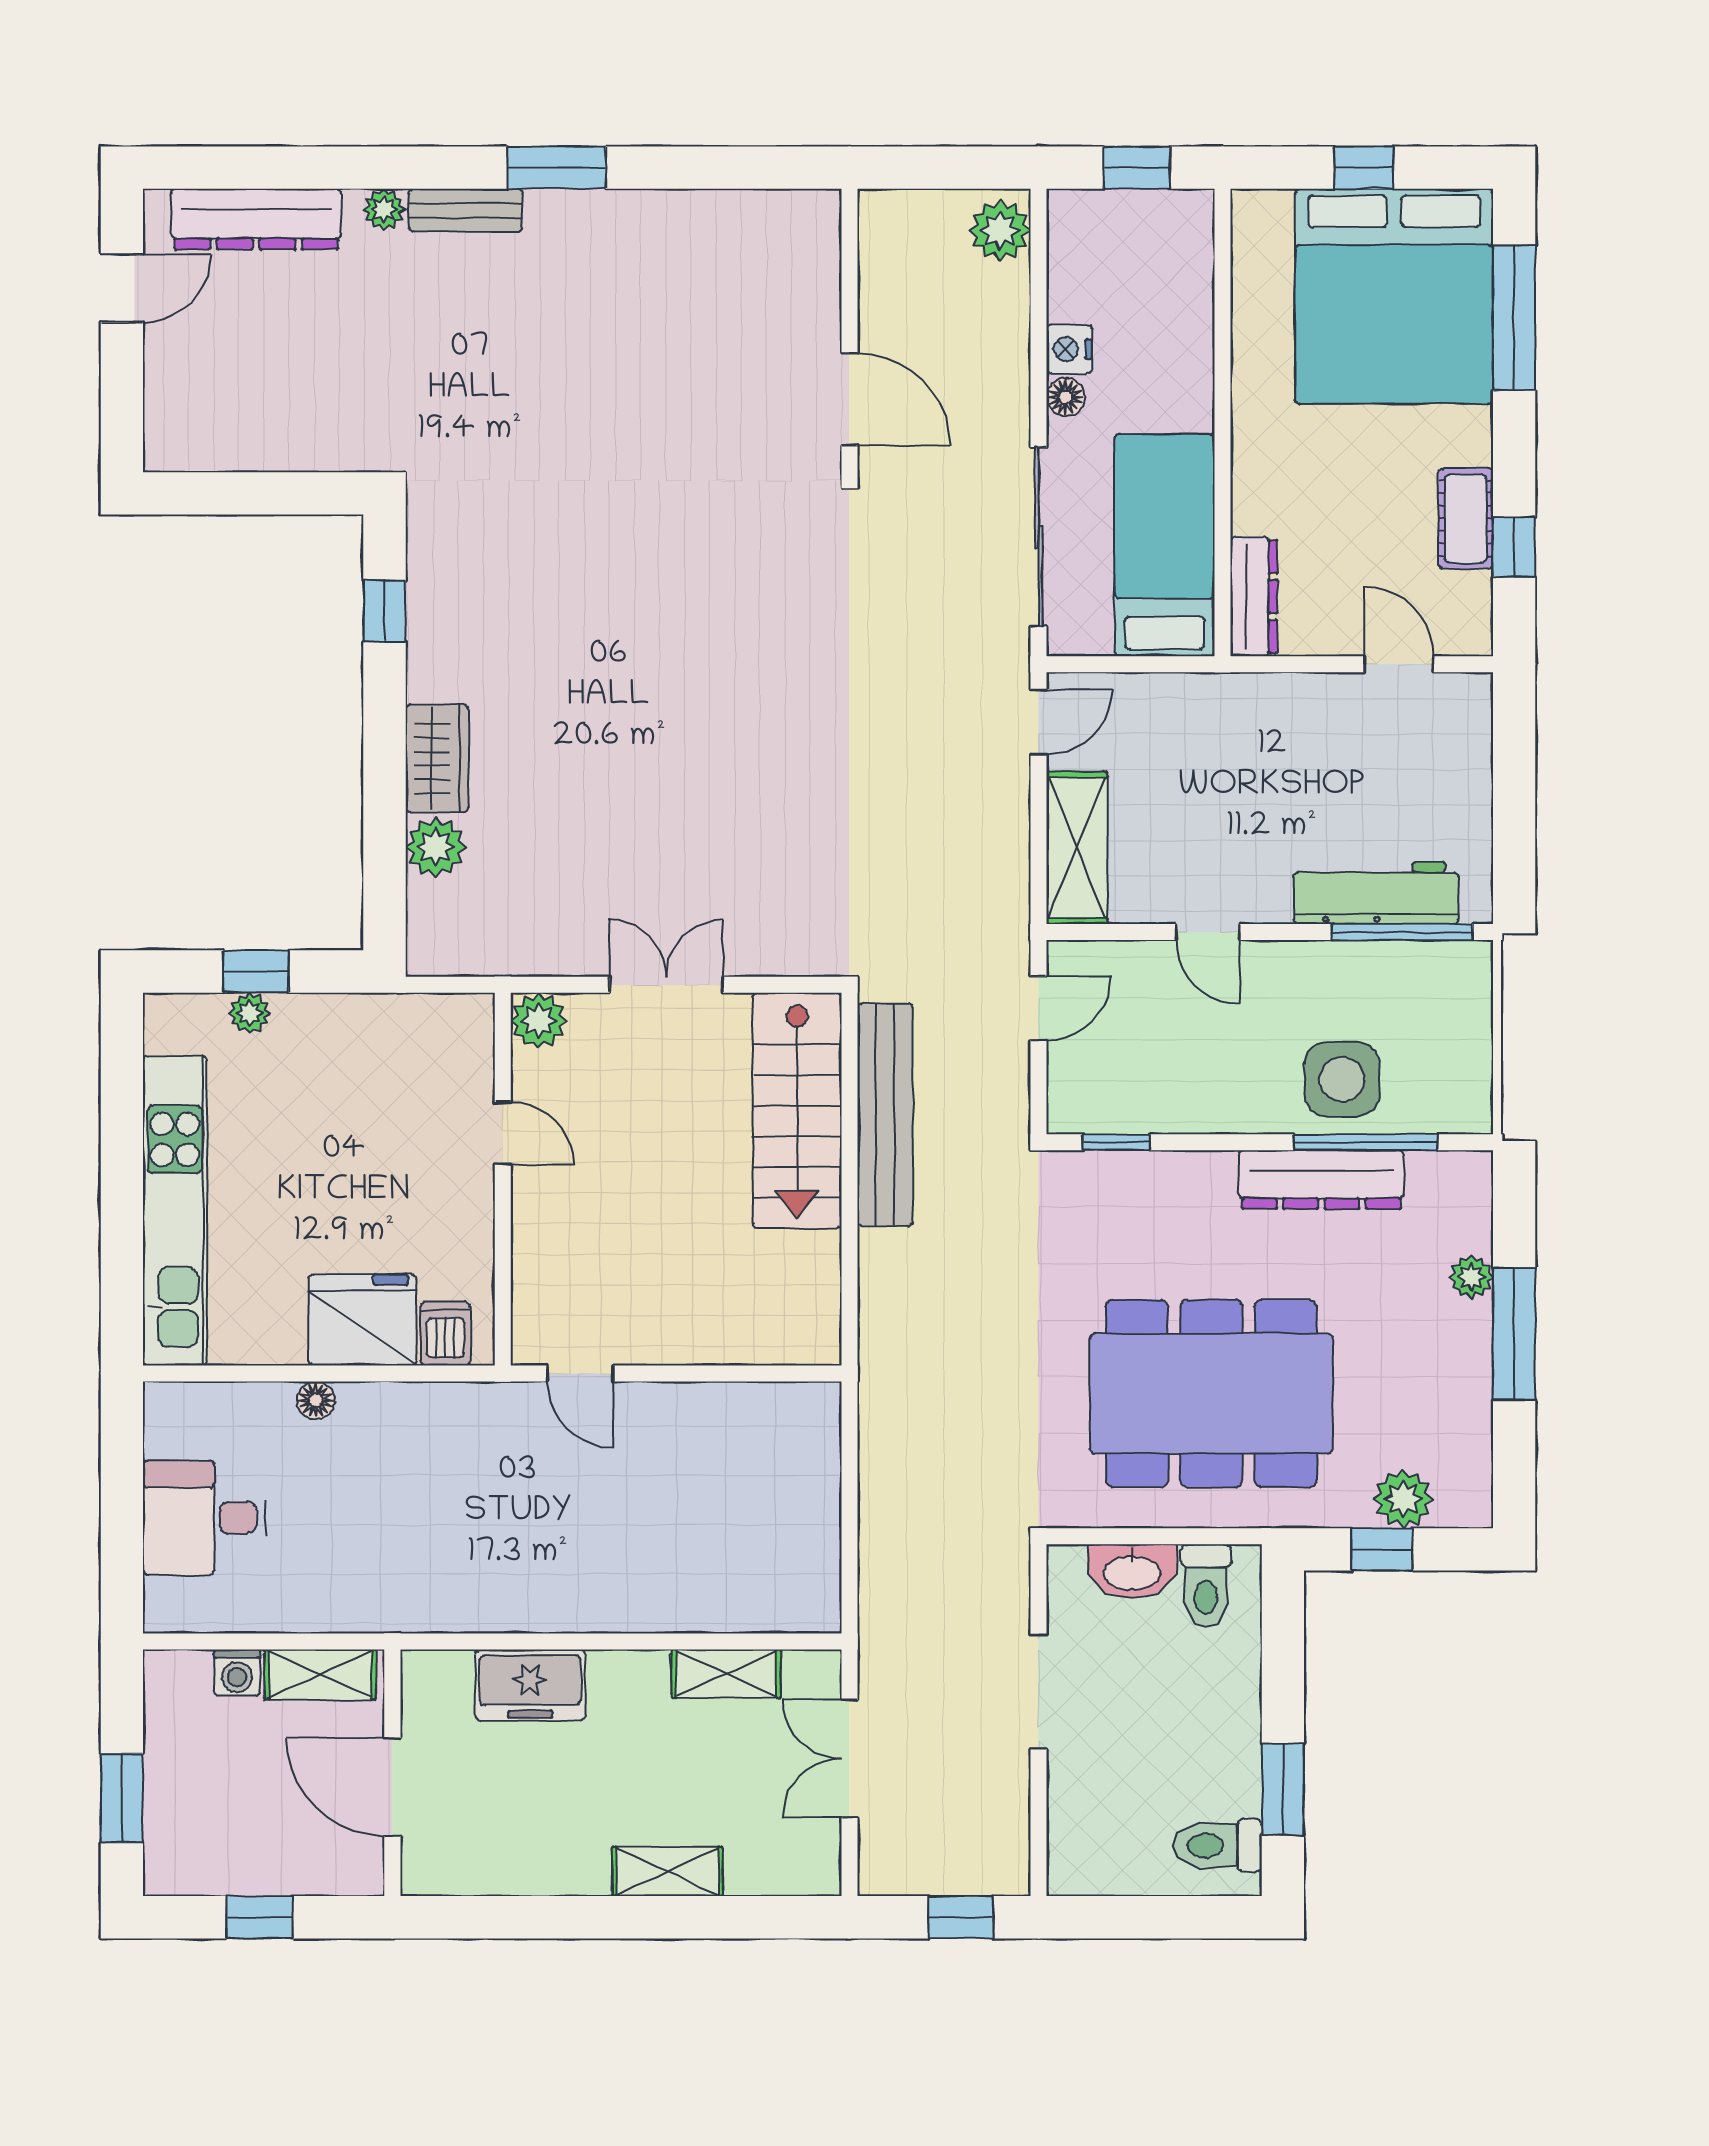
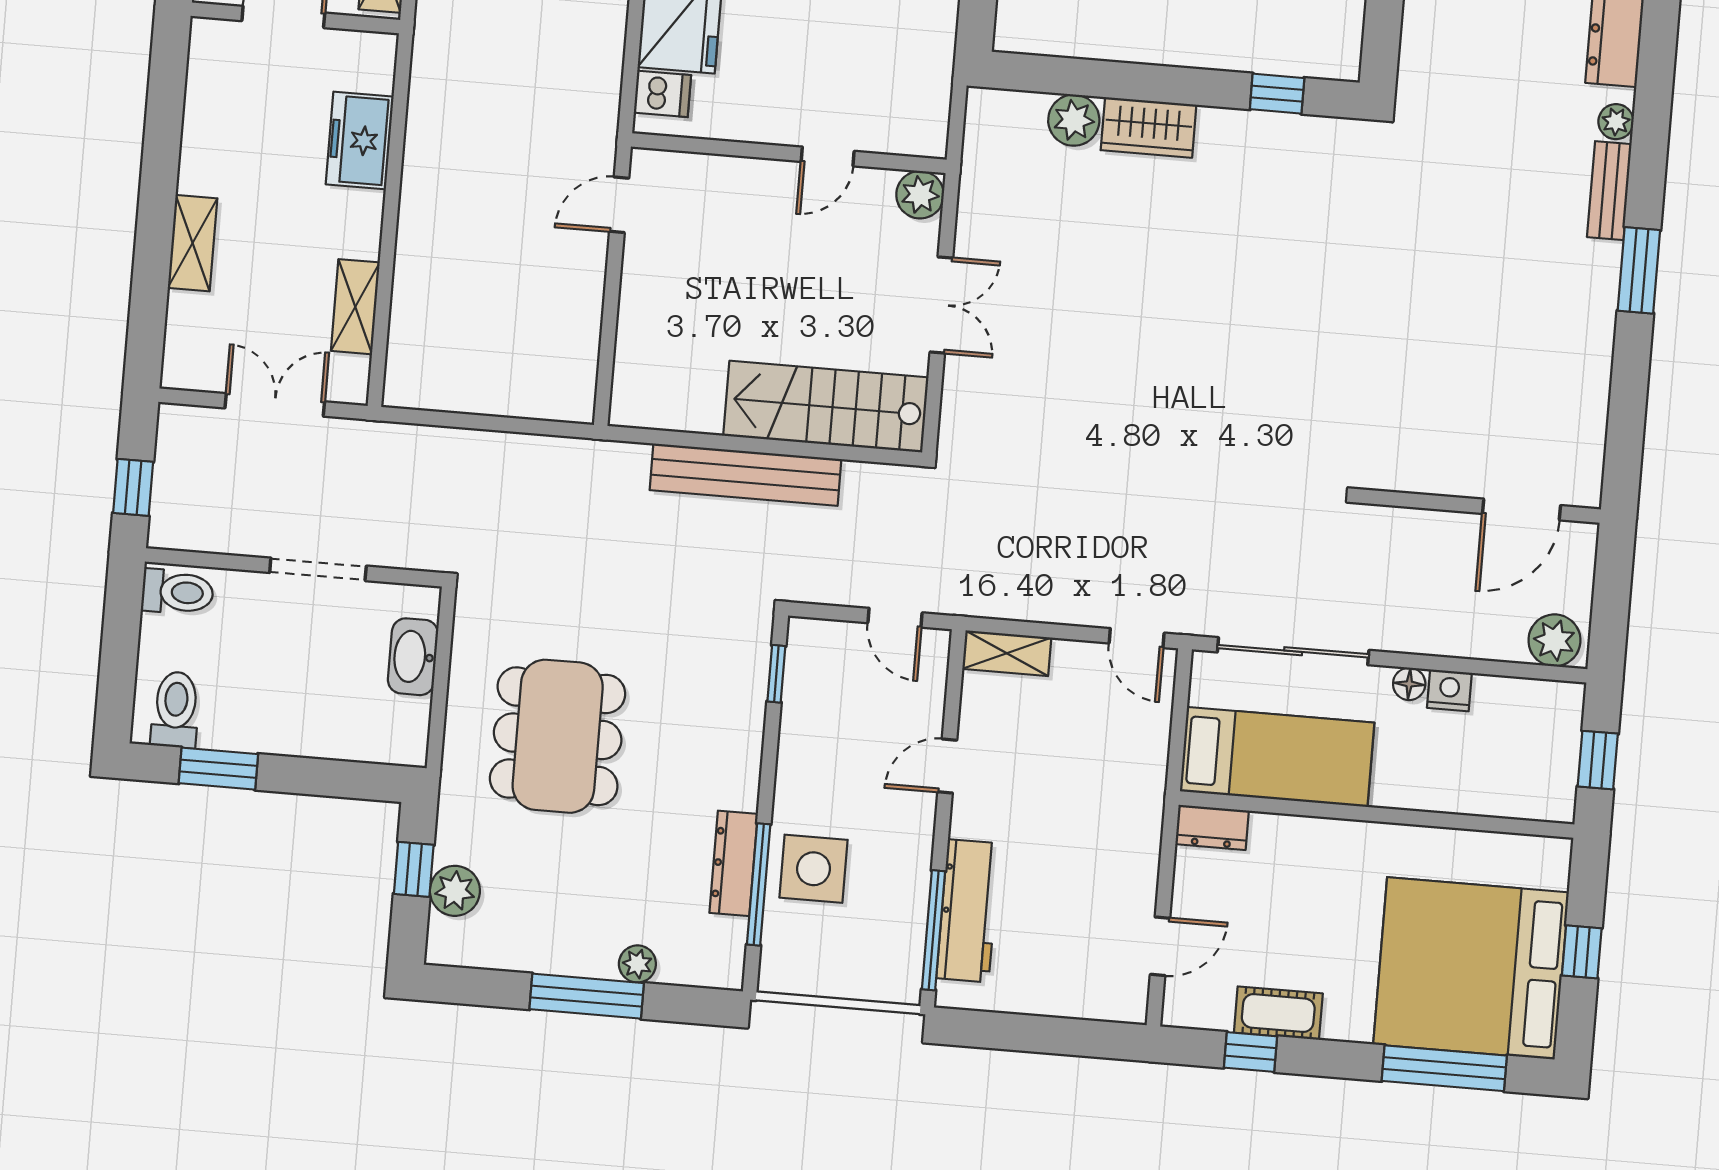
door: (849, 399) -> (1521, 510), moved
dresser: (1254, 596) -> (1212, 827), width x0.70
shelving: (1077, 848) -> (1007, 653), width x0.67, depth x0.75
bench: (885, 1115) -> (746, 475), moved
dresser: (1321, 1180) -> (734, 863), width x0.73, depth x0.80
dining table: (1211, 1393) -> (558, 736), width x0.73, depth x0.80
toilet: (1206, 1586) -> (178, 592), moved, turned 180

